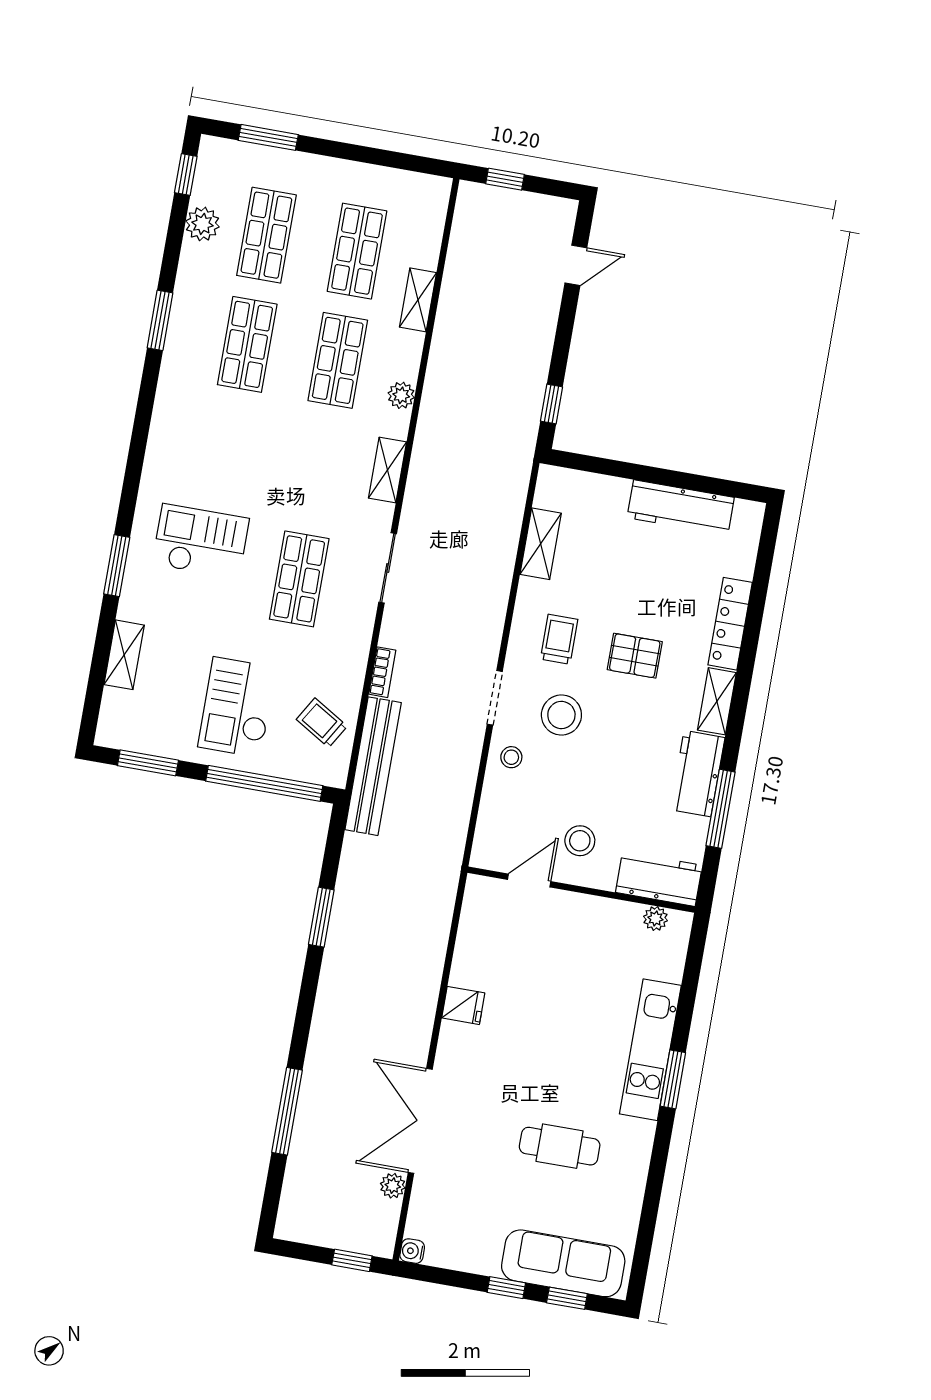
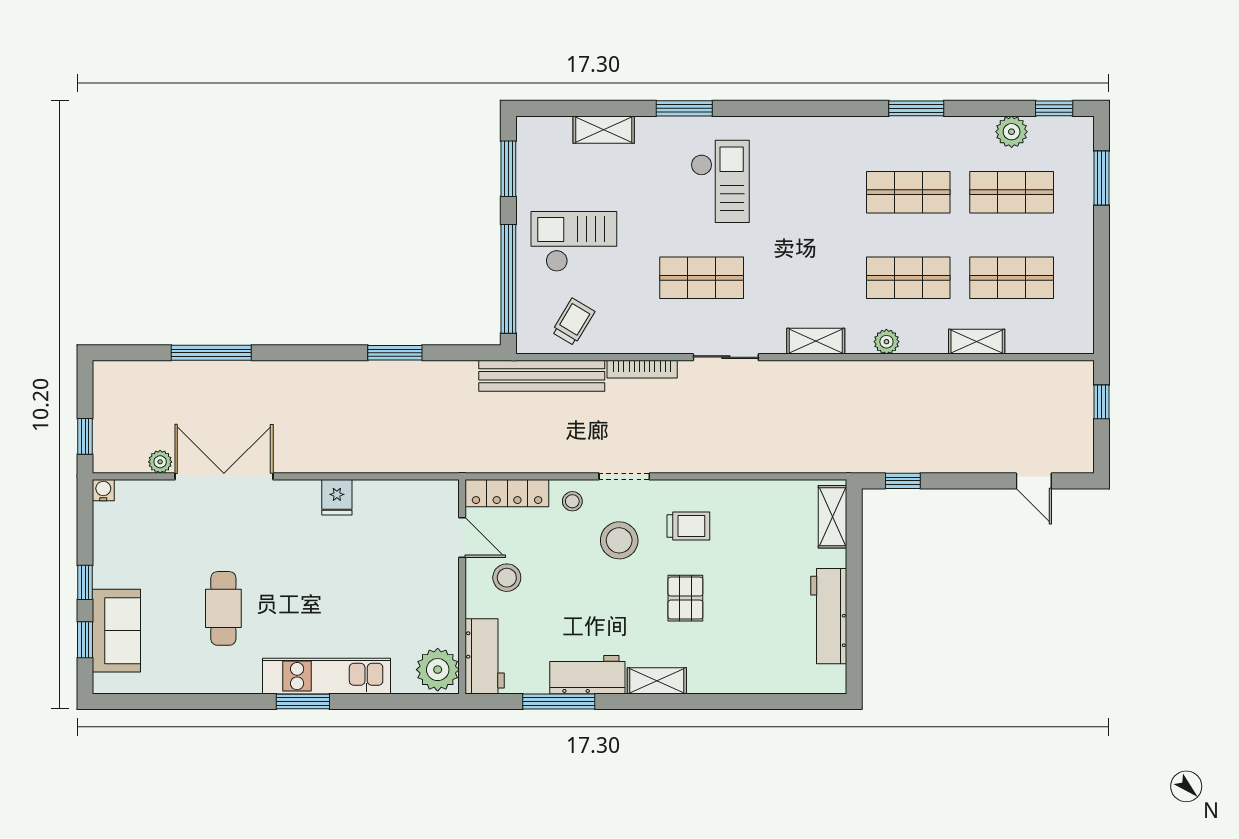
shelving: (541, 544) -> (832, 517), moved, turned 90
locker: (730, 624) -> (507, 493), moved, turned 180
bookcase: (382, 672) -> (642, 369), width x1.56
plant: (655, 918) -> (438, 670), width x1.88, depth x1.88
sofa: (563, 1263) -> (116, 631), width x0.73

